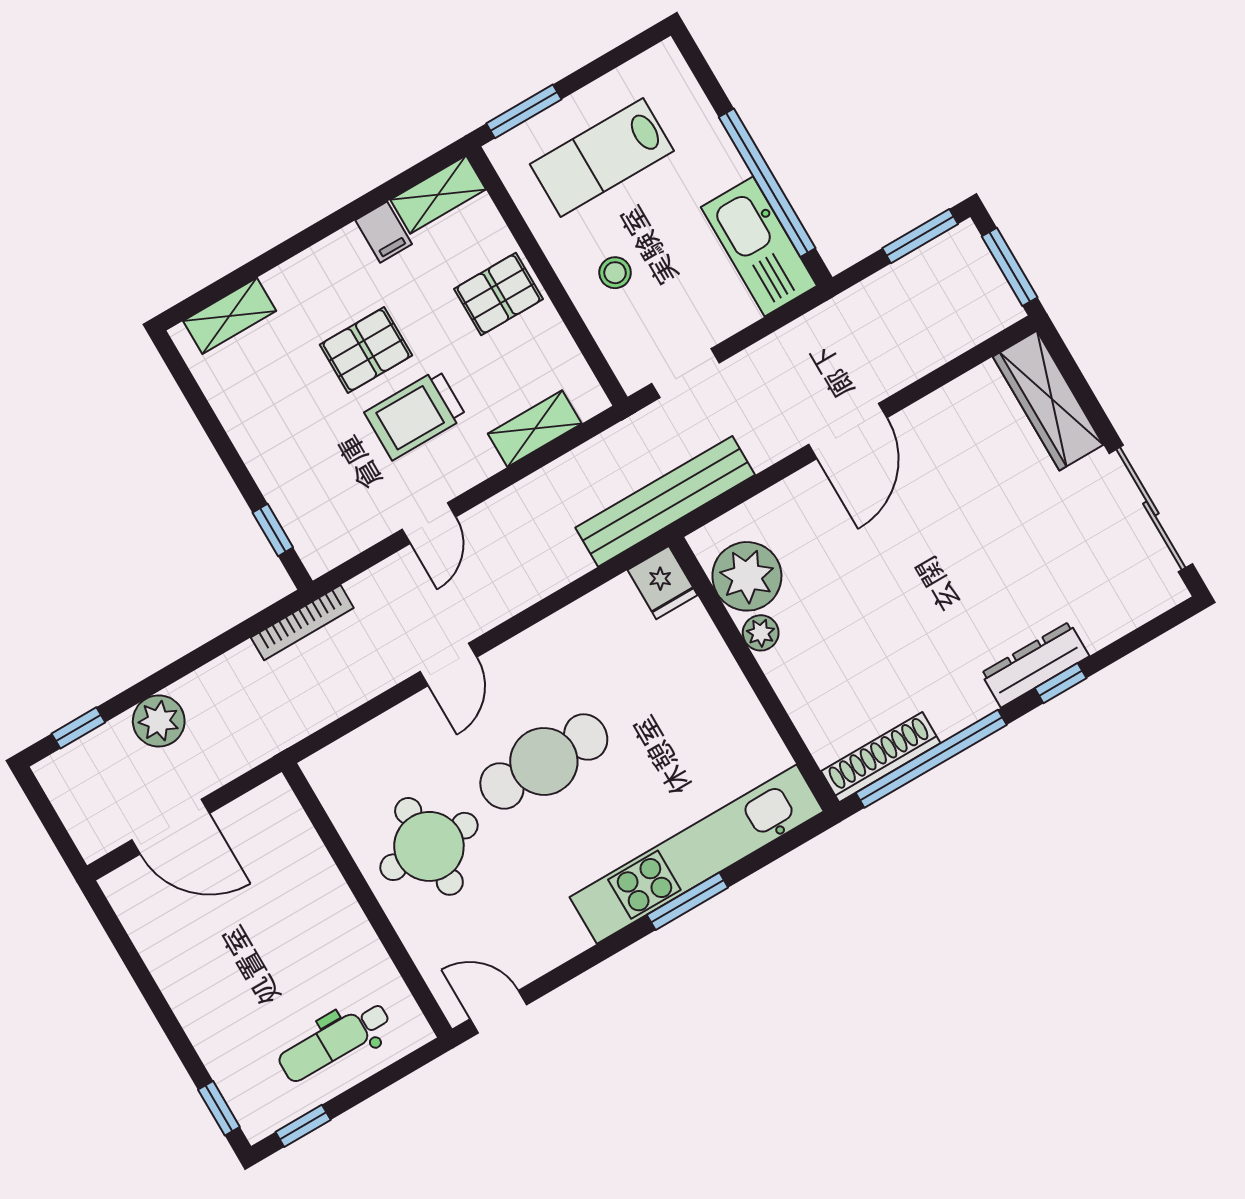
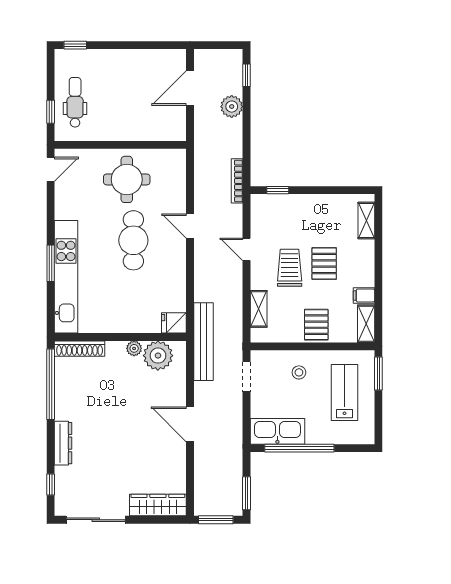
window: (1061, 683) -> (51, 485), moved
shoe rack: (881, 757) -> (80, 349), moved, turned 90
window: (303, 1126) -> (51, 112), moved

